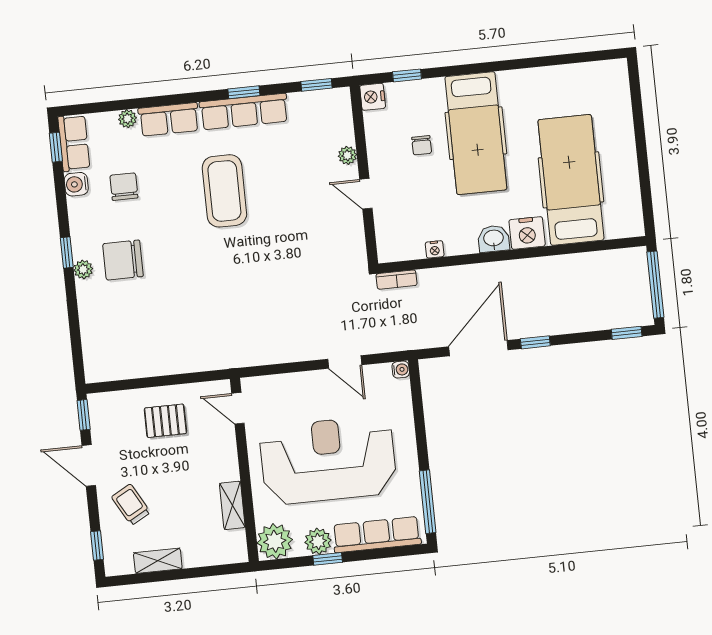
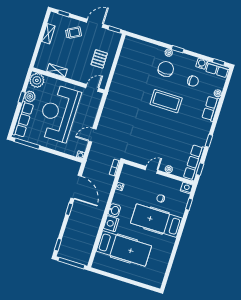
row of seats: (244, 112) -> (194, 163), moved
coffee table: (224, 191) -> (166, 101), moved
reception desk: (328, 460) -> (59, 113), turned 180

